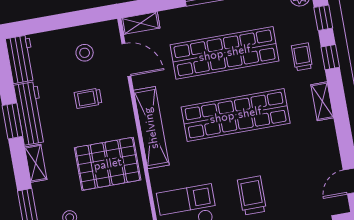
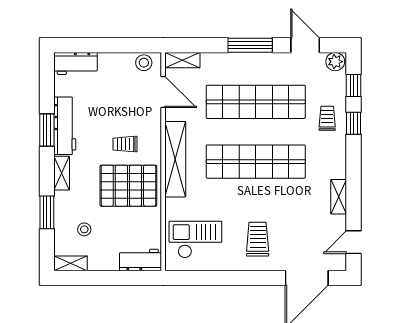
stool: (85, 53) -> (144, 63), moved
workbench: (21, 59) -> (76, 63), moved, turned 90
trolley: (88, 98) -> (125, 144), moved
shelving: (322, 101) -> (339, 197), moved

